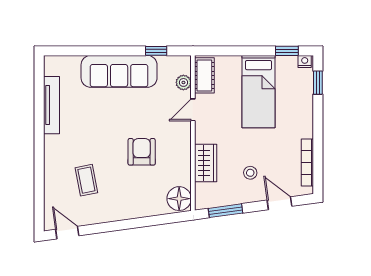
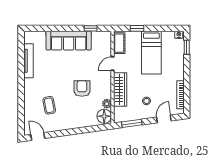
window: (287, 51) -> (137, 28), moved
plant: (183, 82) -> (107, 104), moved
wardrobe: (206, 163) -> (120, 90), width x1.50
door: (280, 203) -> (164, 119), hinge flipped

